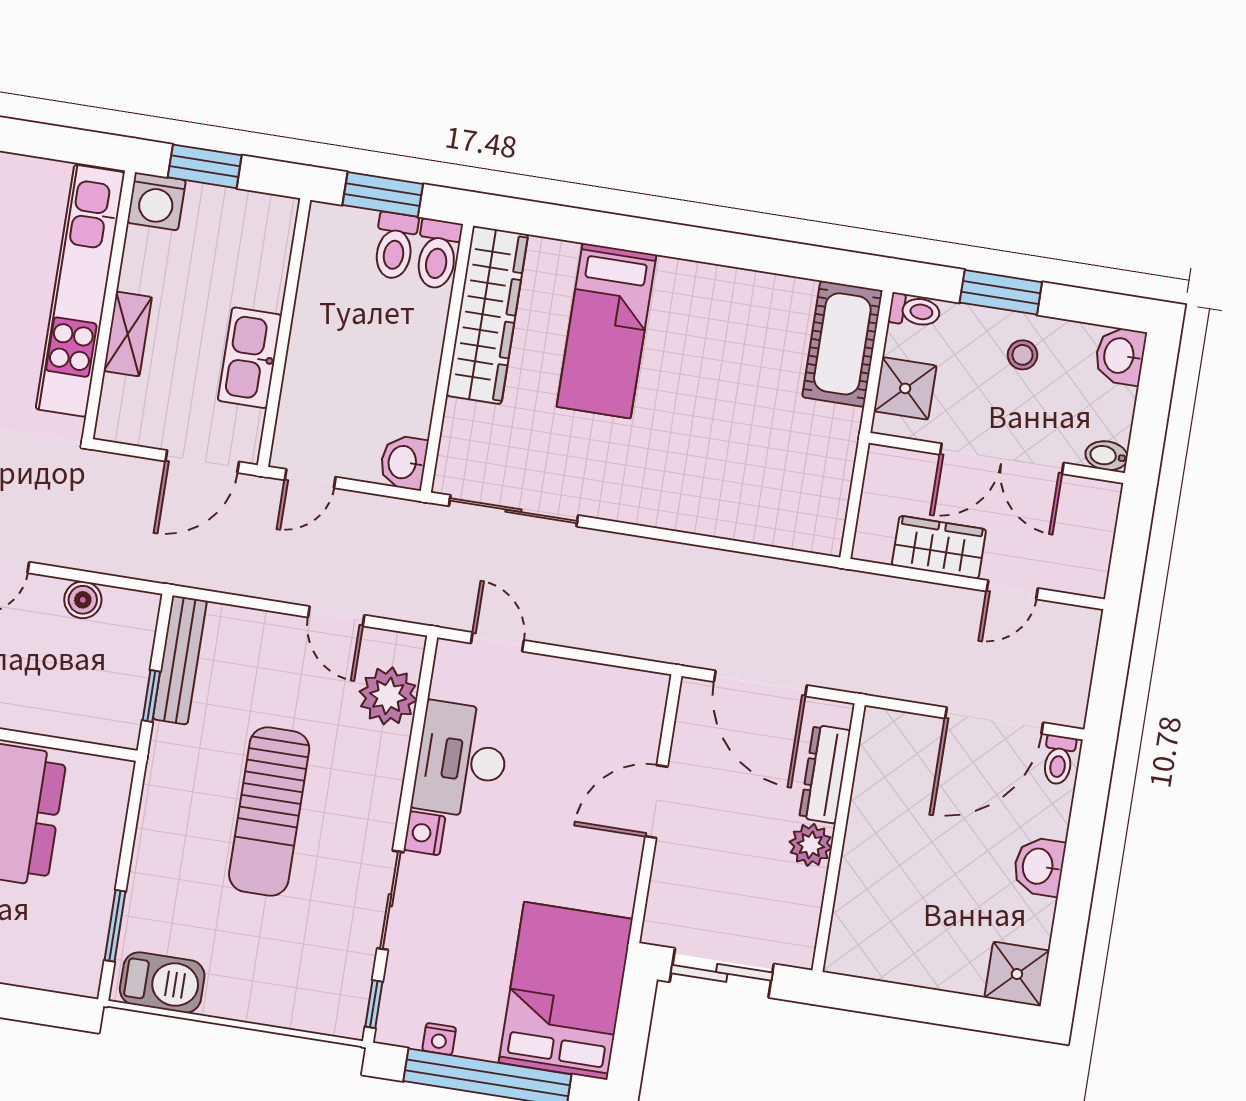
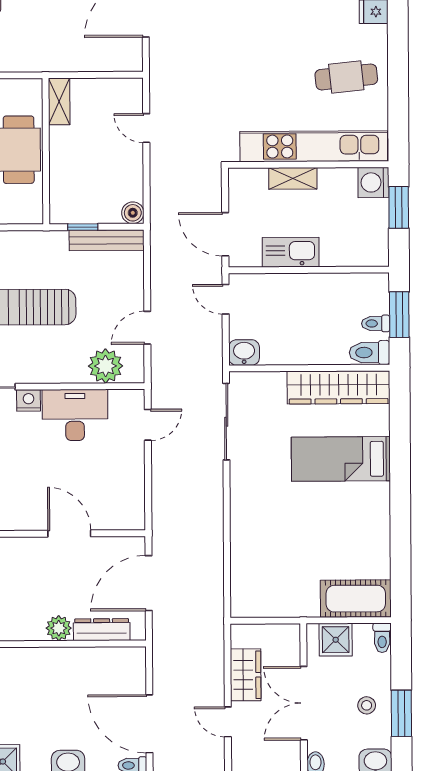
toilet: (395, 246) -> (376, 323), width x0.73, depth x0.72
window: (1001, 292) -> (401, 713), moved
boiler: (83, 600) -> (133, 213), moved

